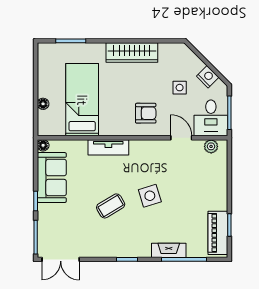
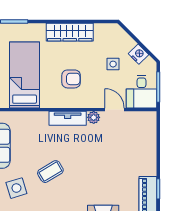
armchair: (146, 113) -> (71, 79), moved
plant: (211, 146) -> (94, 117), moved
tv unit: (108, 147) -> (68, 118), moved
side table: (150, 196) -> (16, 188), moved

